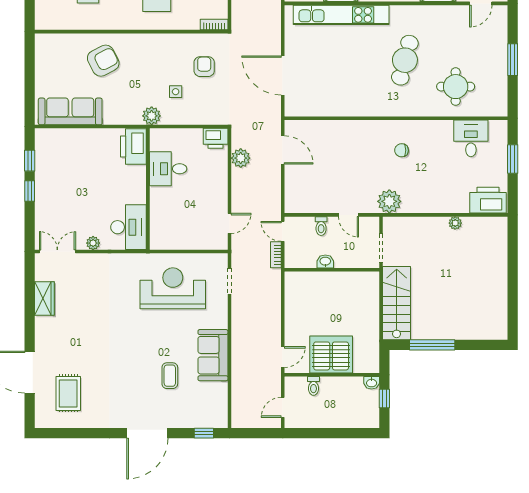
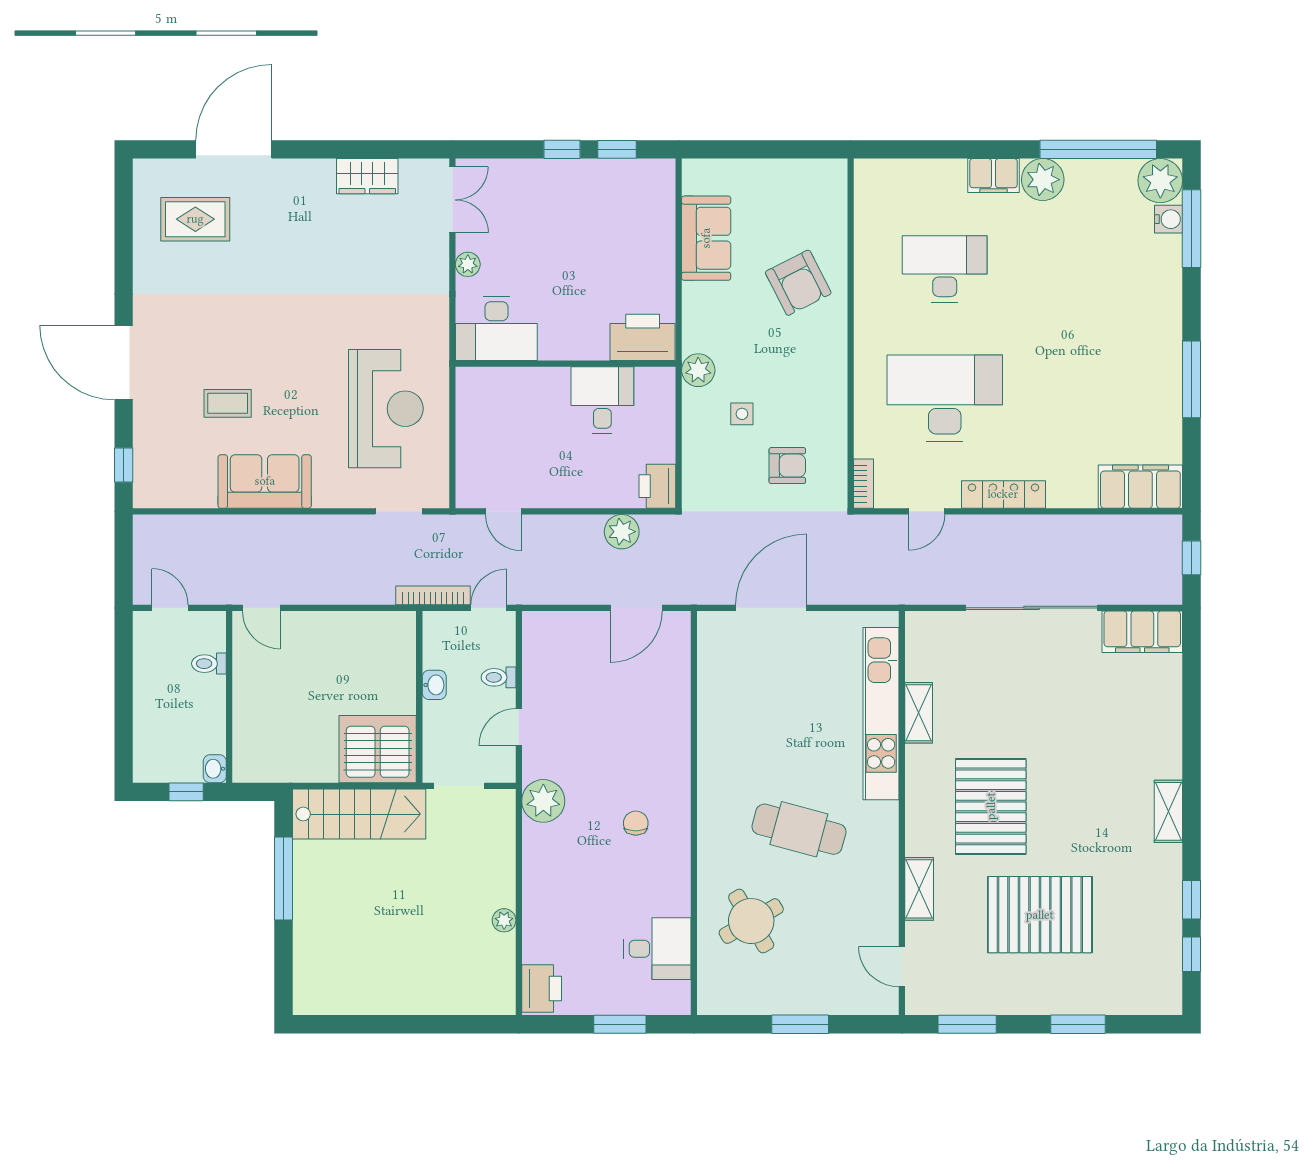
round table: (456, 87) -> (751, 921), turned -30
sofa: (70, 111) -> (706, 238), width x0.73
printer: (488, 200) -> (542, 988), width x0.73, depth x0.84
bookcase: (276, 255) -> (433, 595), width x1.56
server rack: (331, 354) -> (378, 749), moved, turned -90

